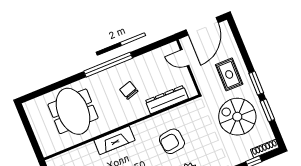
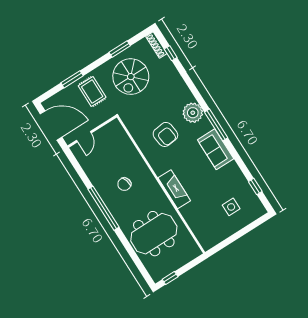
rug: (229, 74) -> (92, 92), turned 90
window: (256, 83) -> (72, 79), moved
dresser: (167, 100) -> (127, 146), removed
window: (25, 120) -> (170, 278), added

